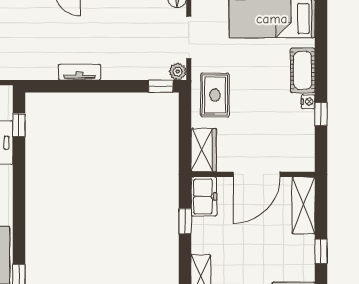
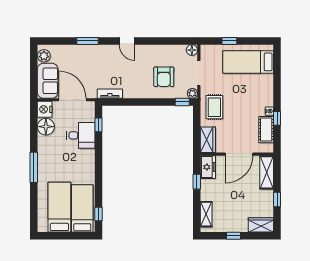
armchair: (129, 44) -> (164, 77), added
cot: (303, 70) -> (266, 130), moved
tv unit: (80, 72) -> (110, 94), moved

